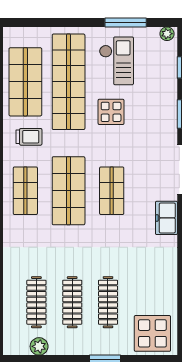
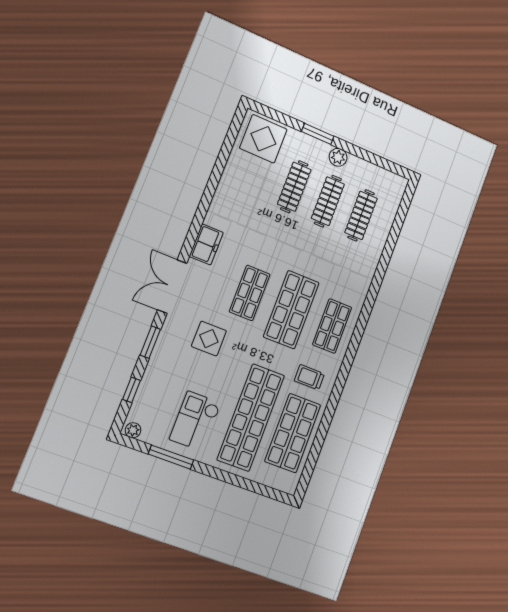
display table: (111, 112) -> (209, 339), moved
plant: (39, 346) -> (338, 157), moved

